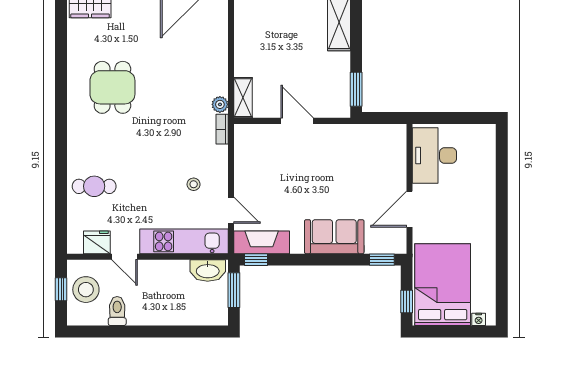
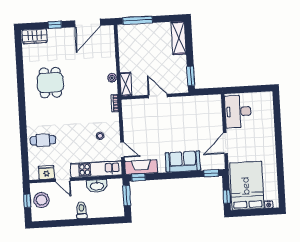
plant: (220, 104) -> (112, 78), moved
washbasin: (208, 270) -> (97, 186), moved
toilet: (117, 311) -> (82, 210), moved

